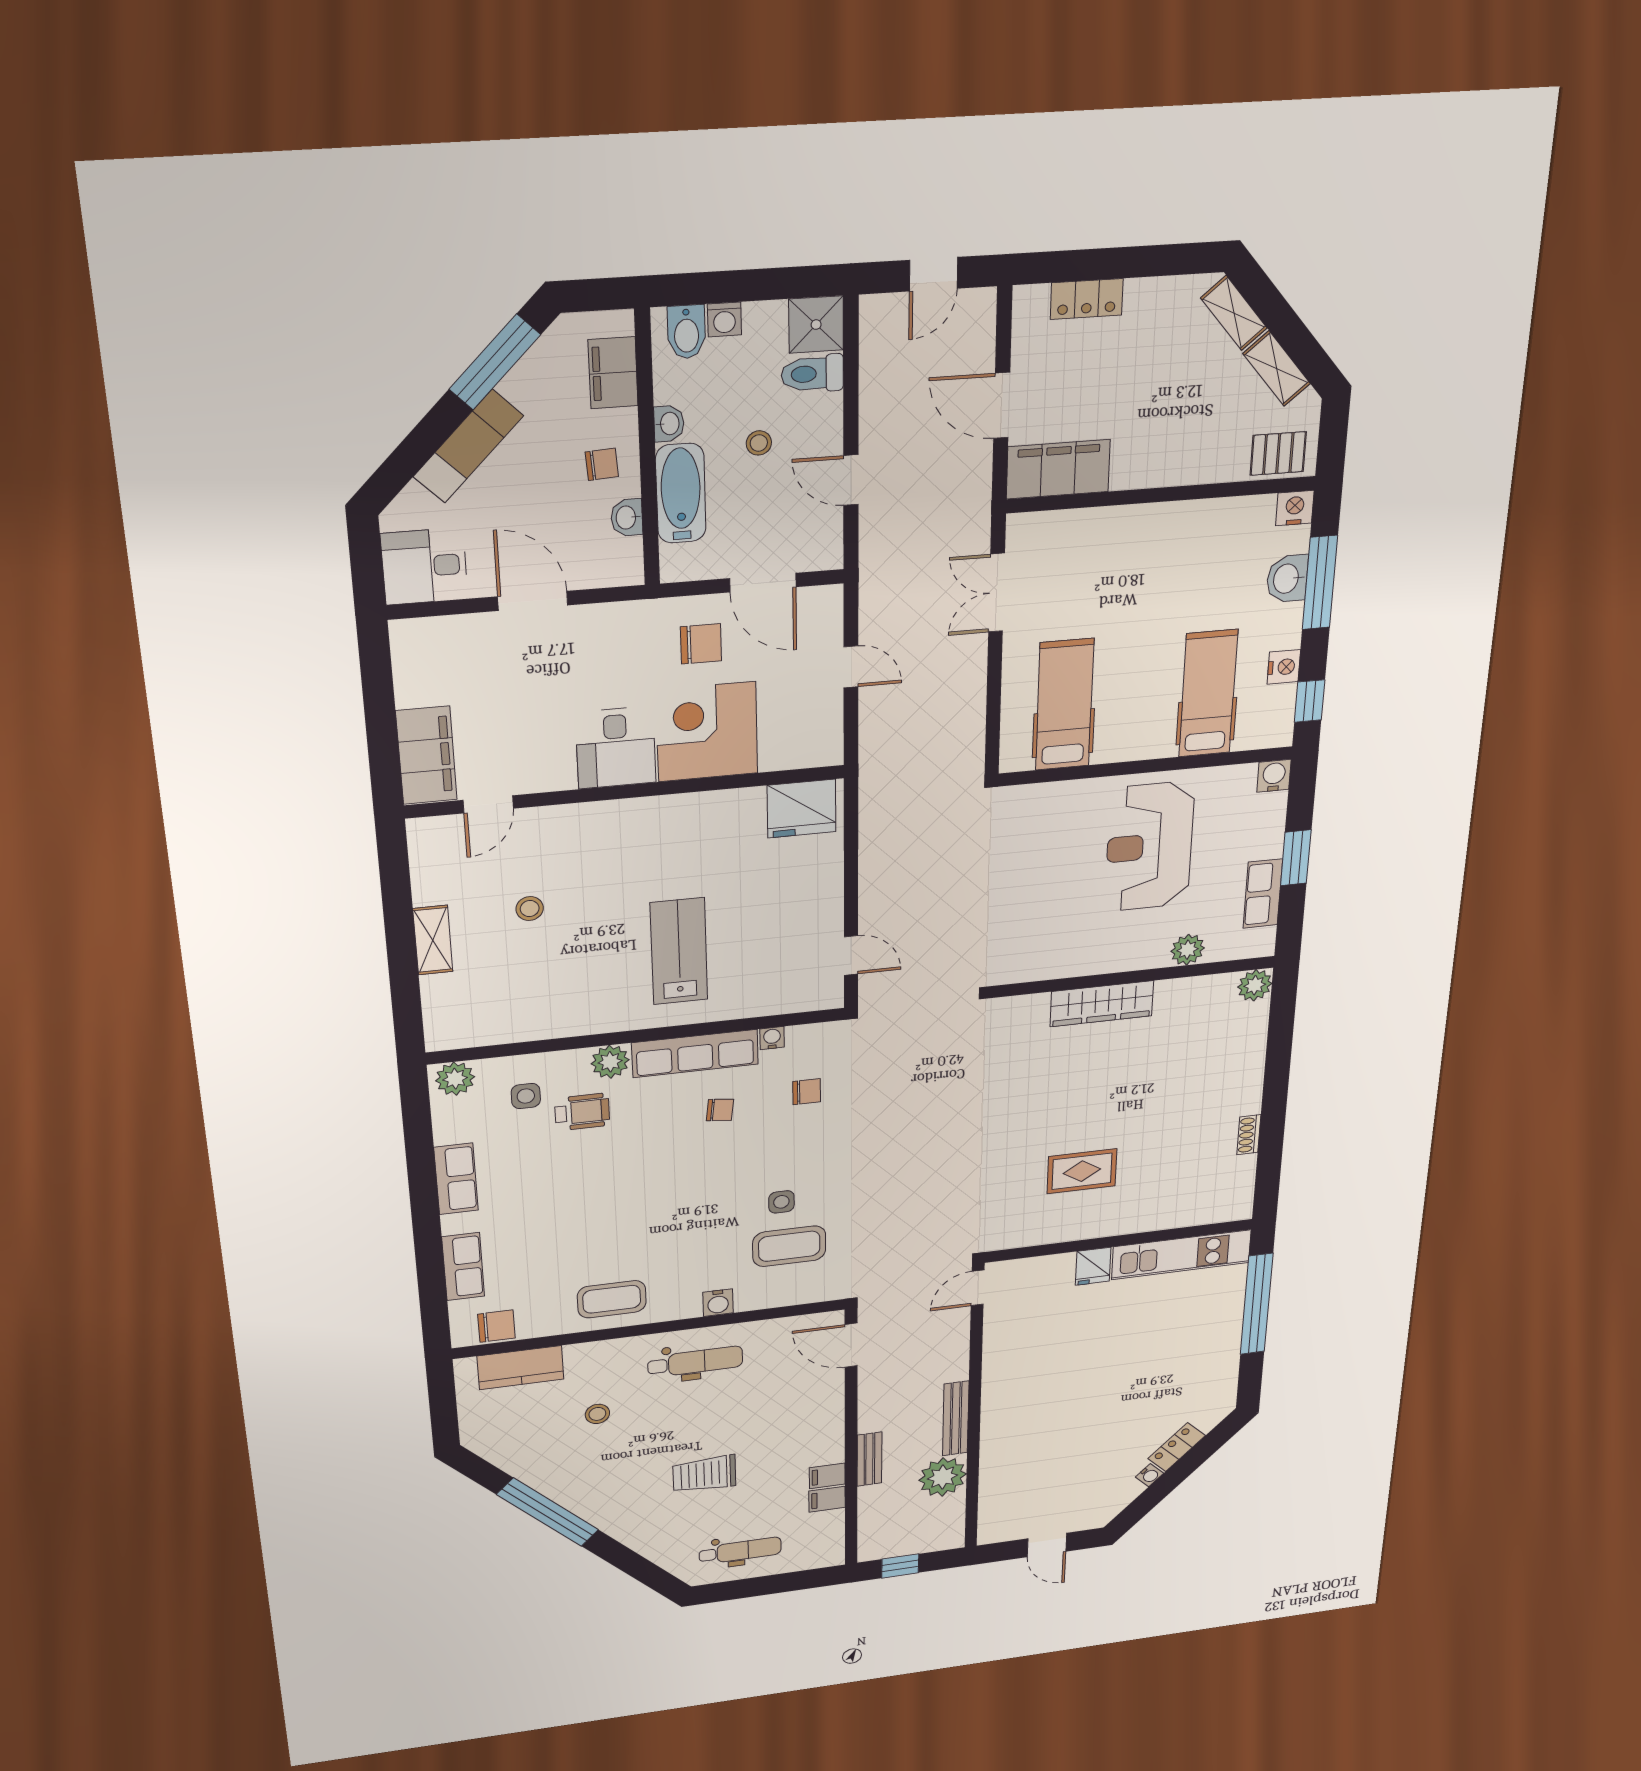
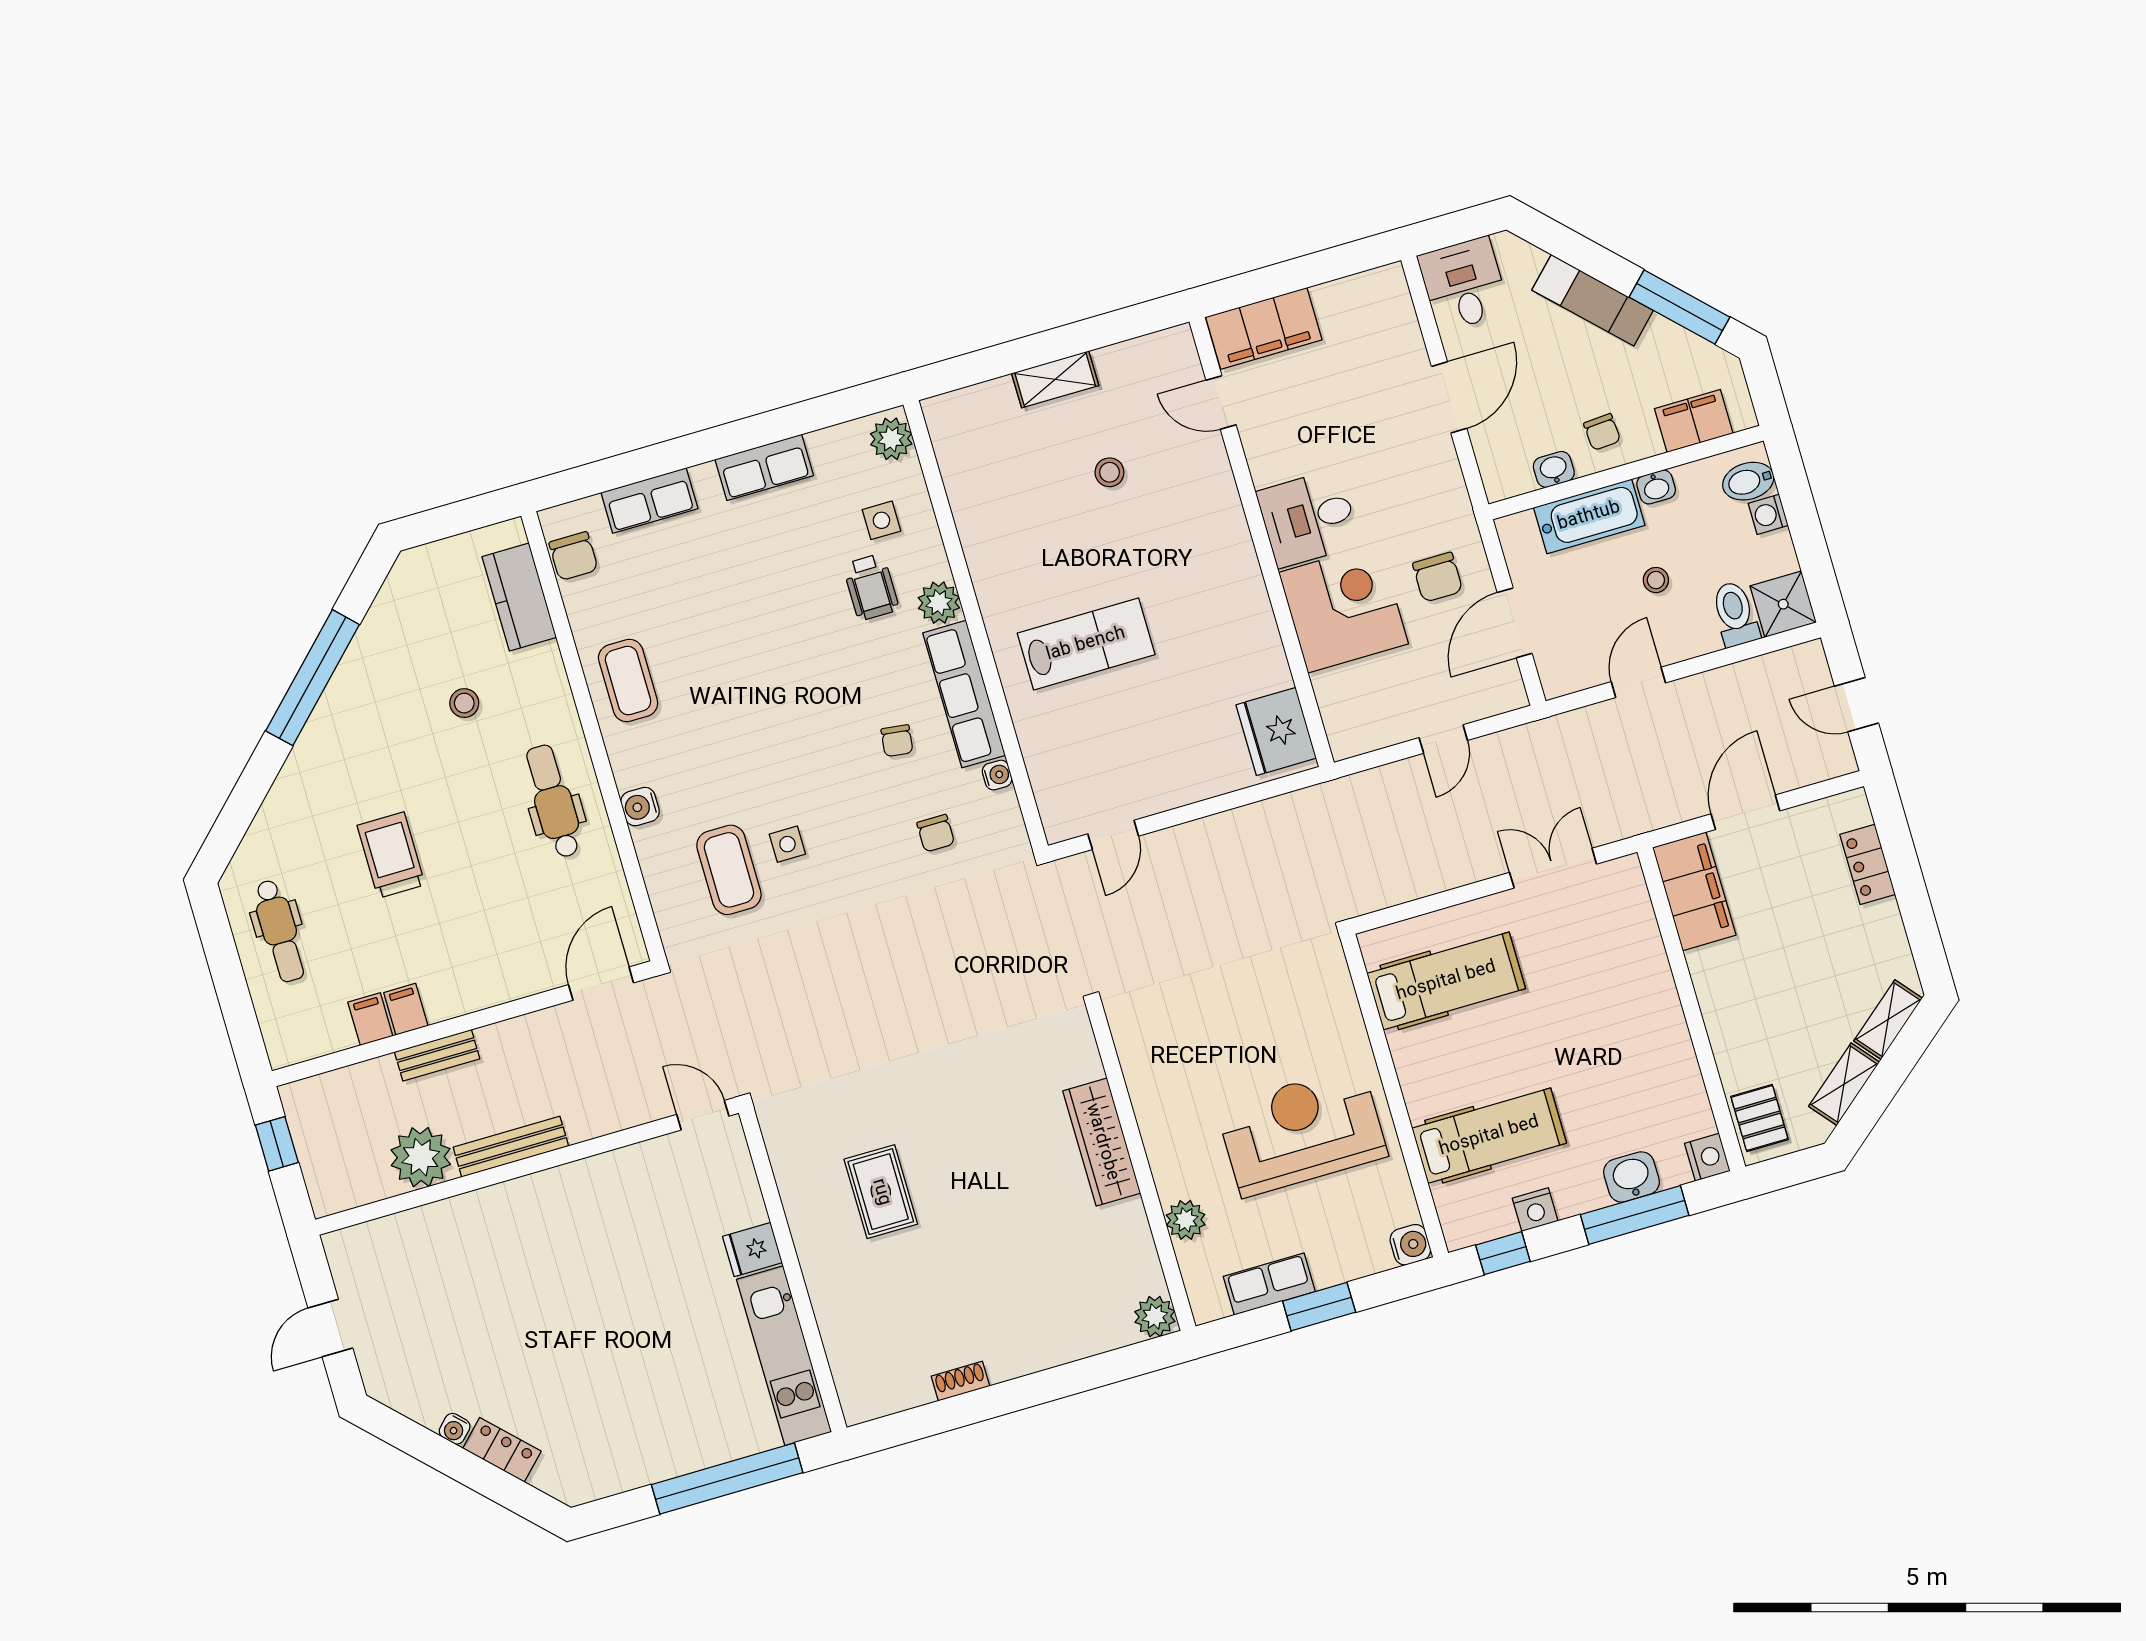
dental chair: (695, 1362) -> (553, 801), turned 180

